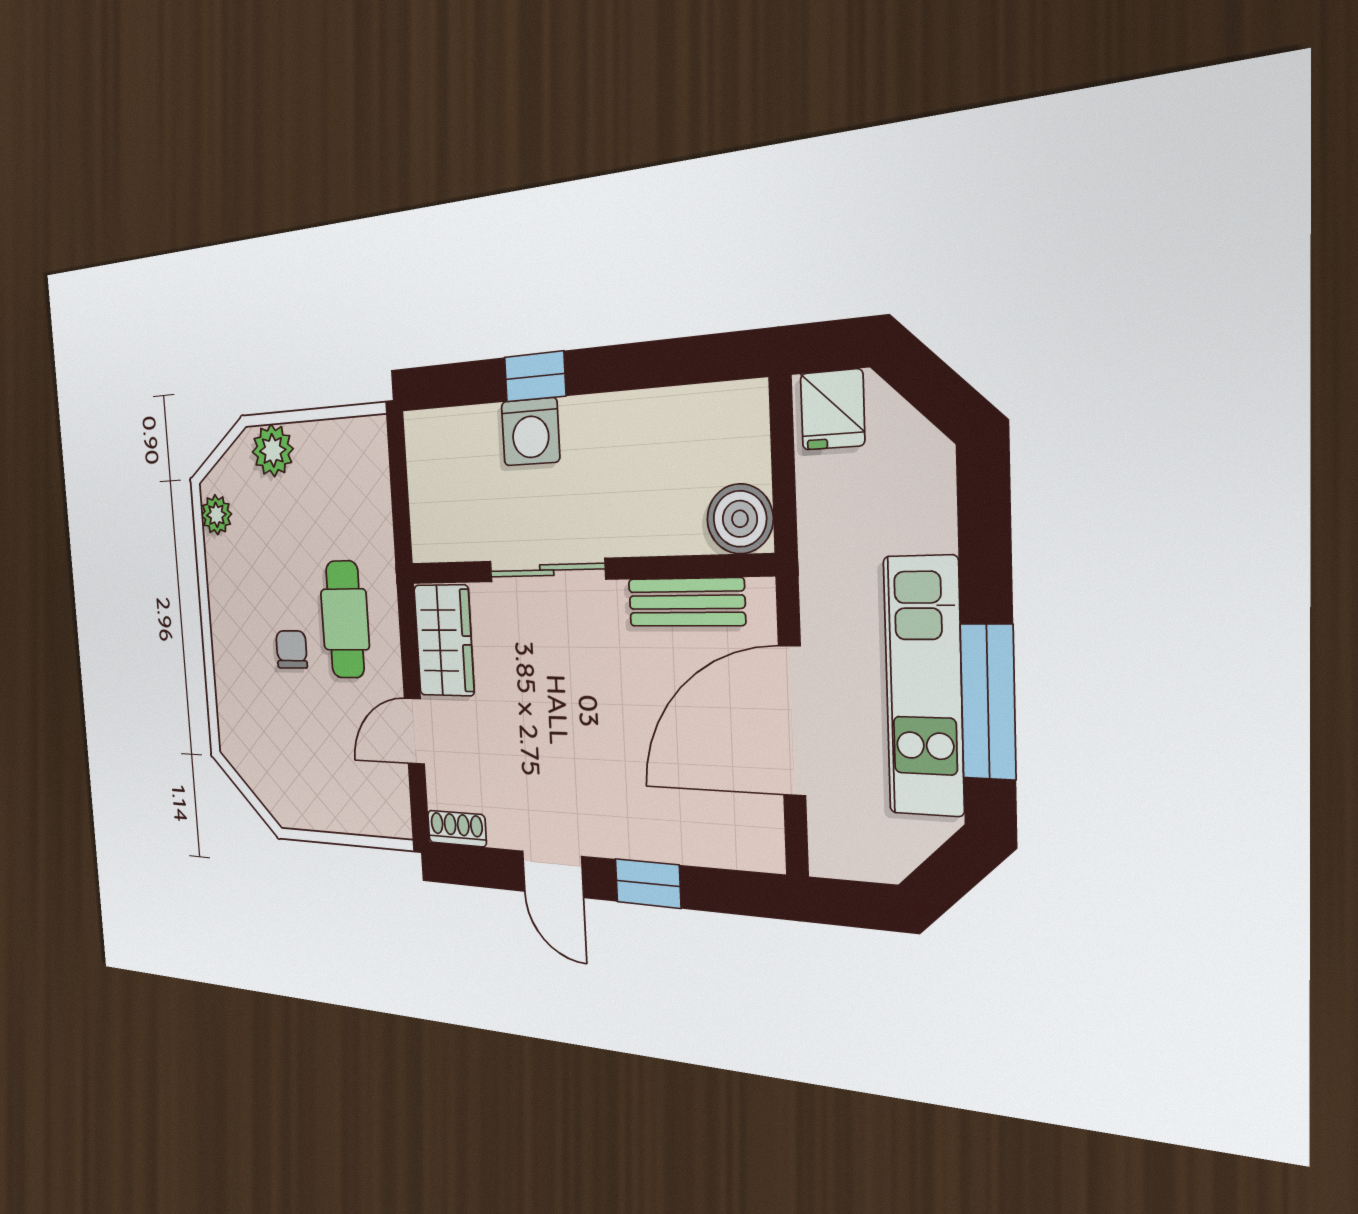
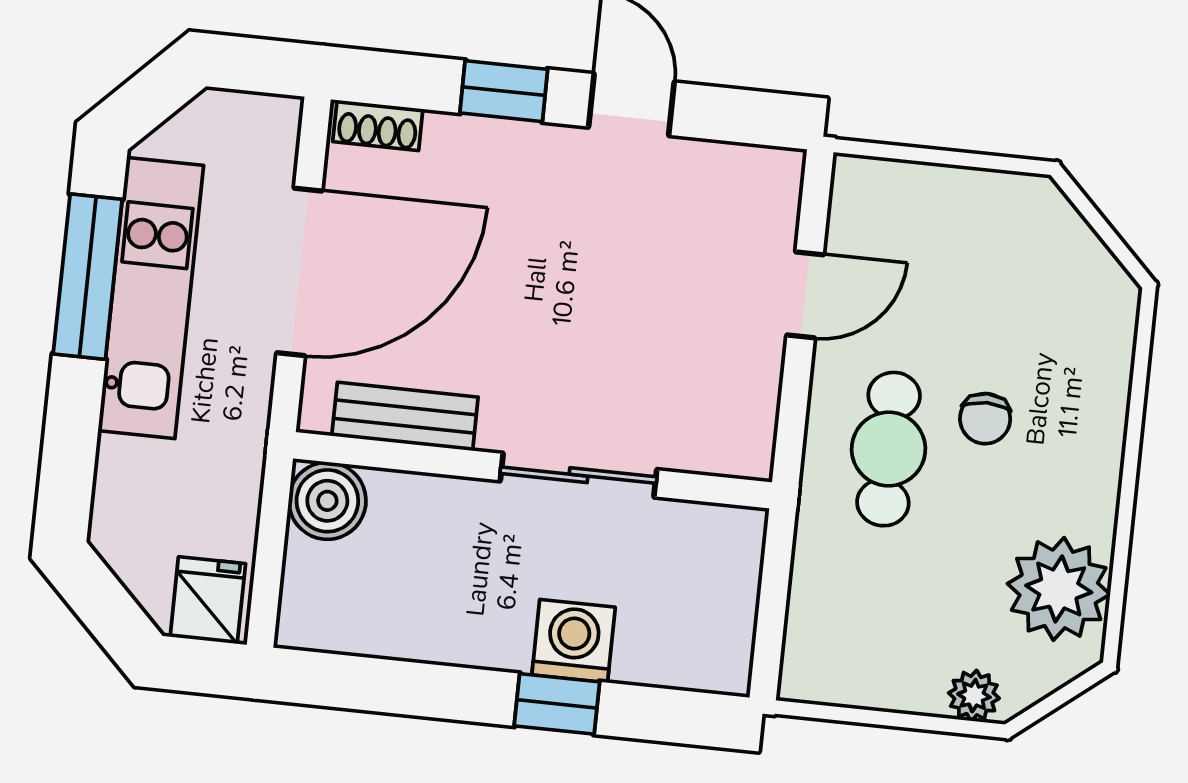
plant: (273, 450) -> (974, 696), width x0.73, depth x0.73
plant: (216, 515) -> (1059, 589), width x1.88, depth x1.88
wardrobe: (444, 640) -> (739, 406), removed
shoe rack: (457, 829) -> (378, 125), moved

